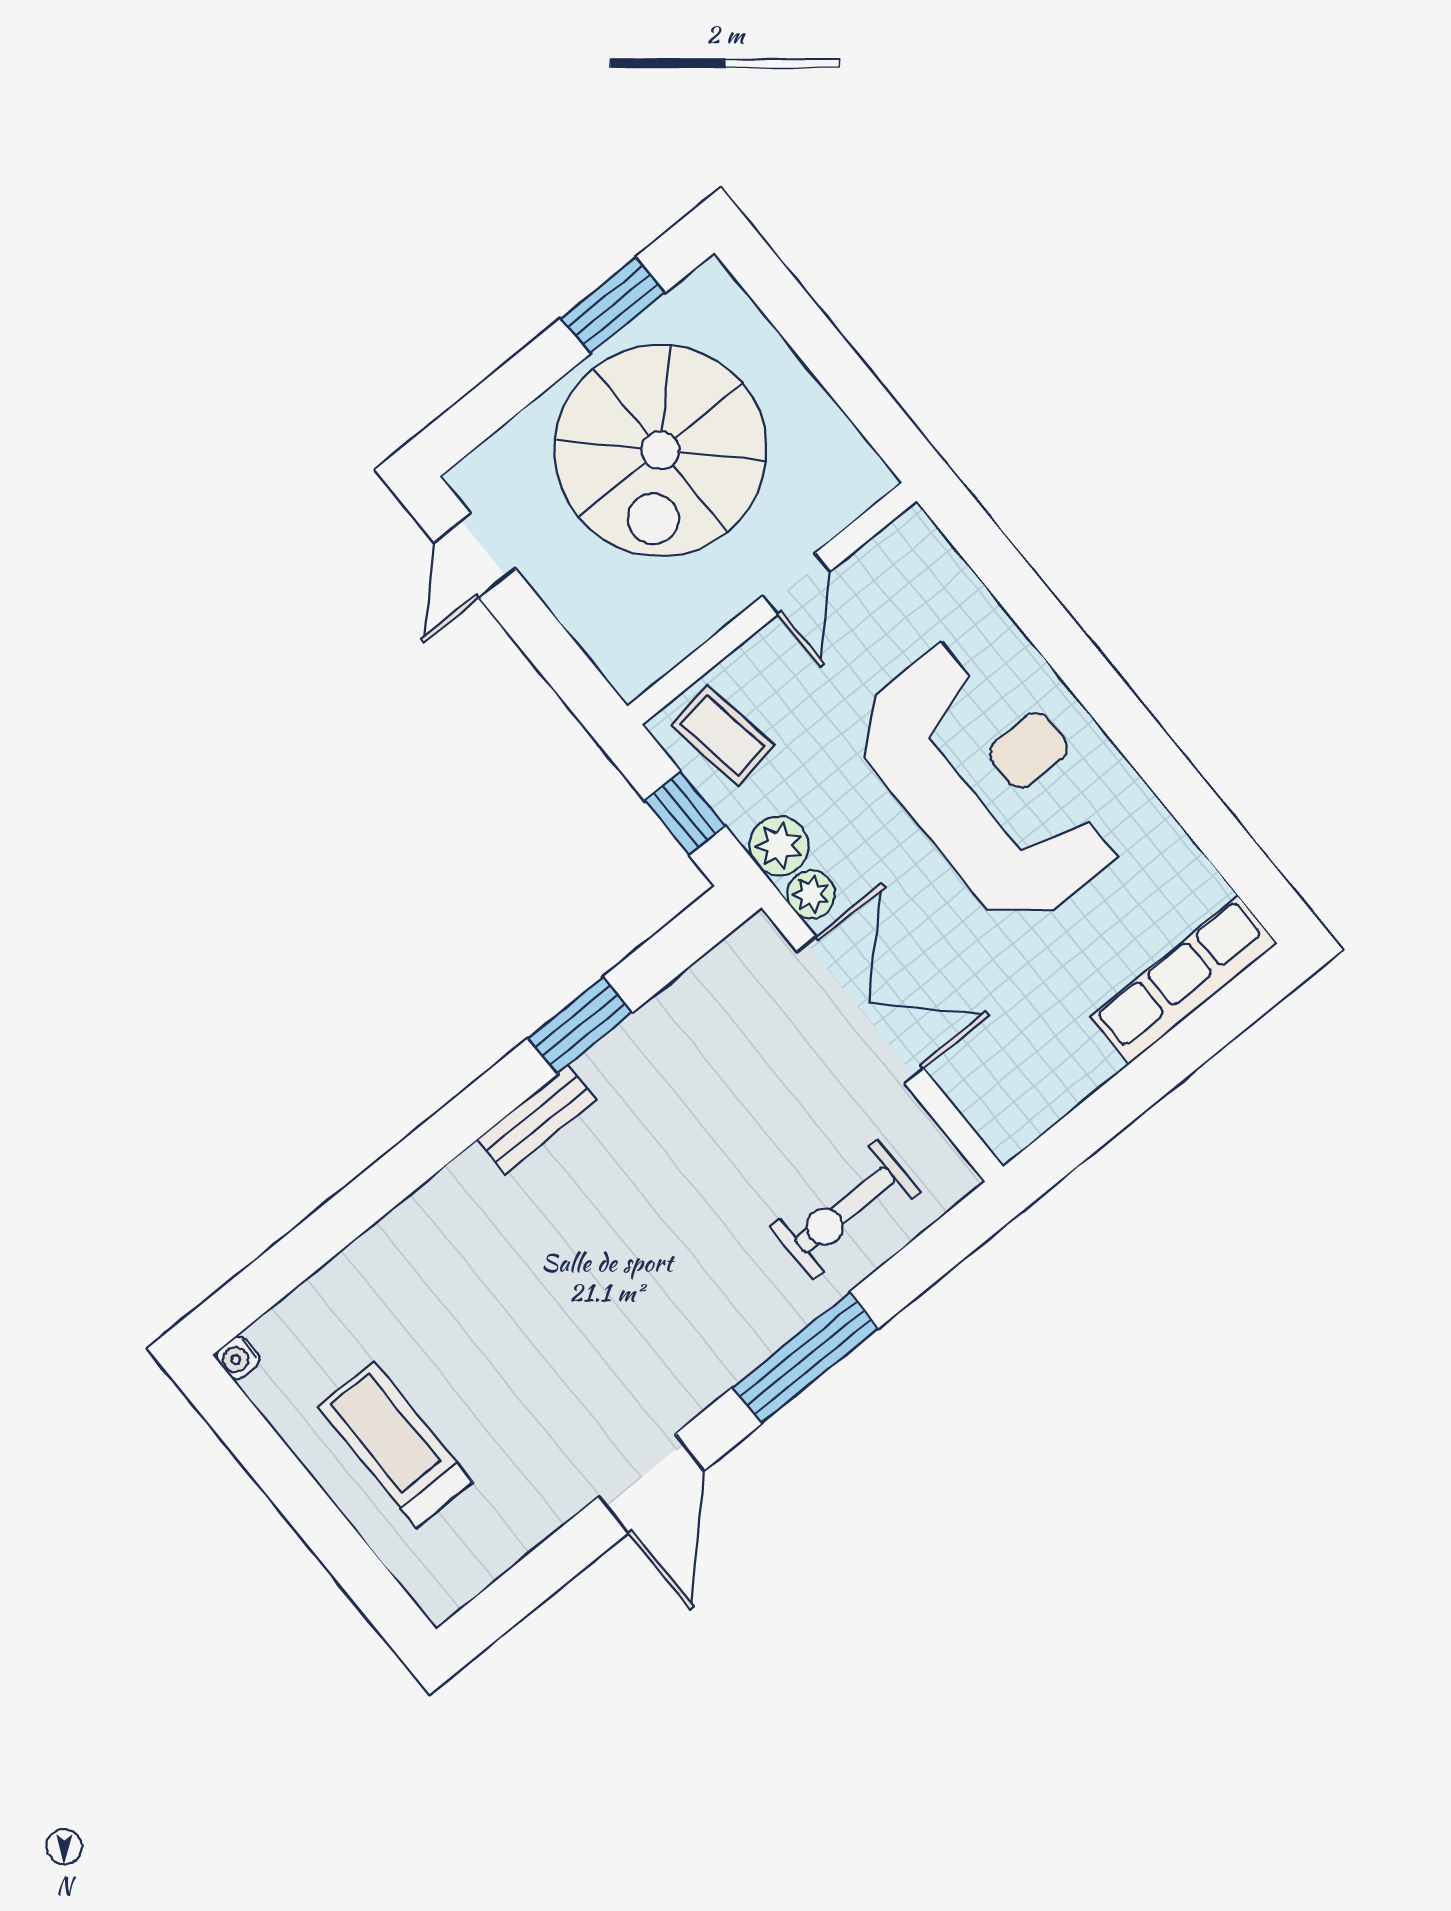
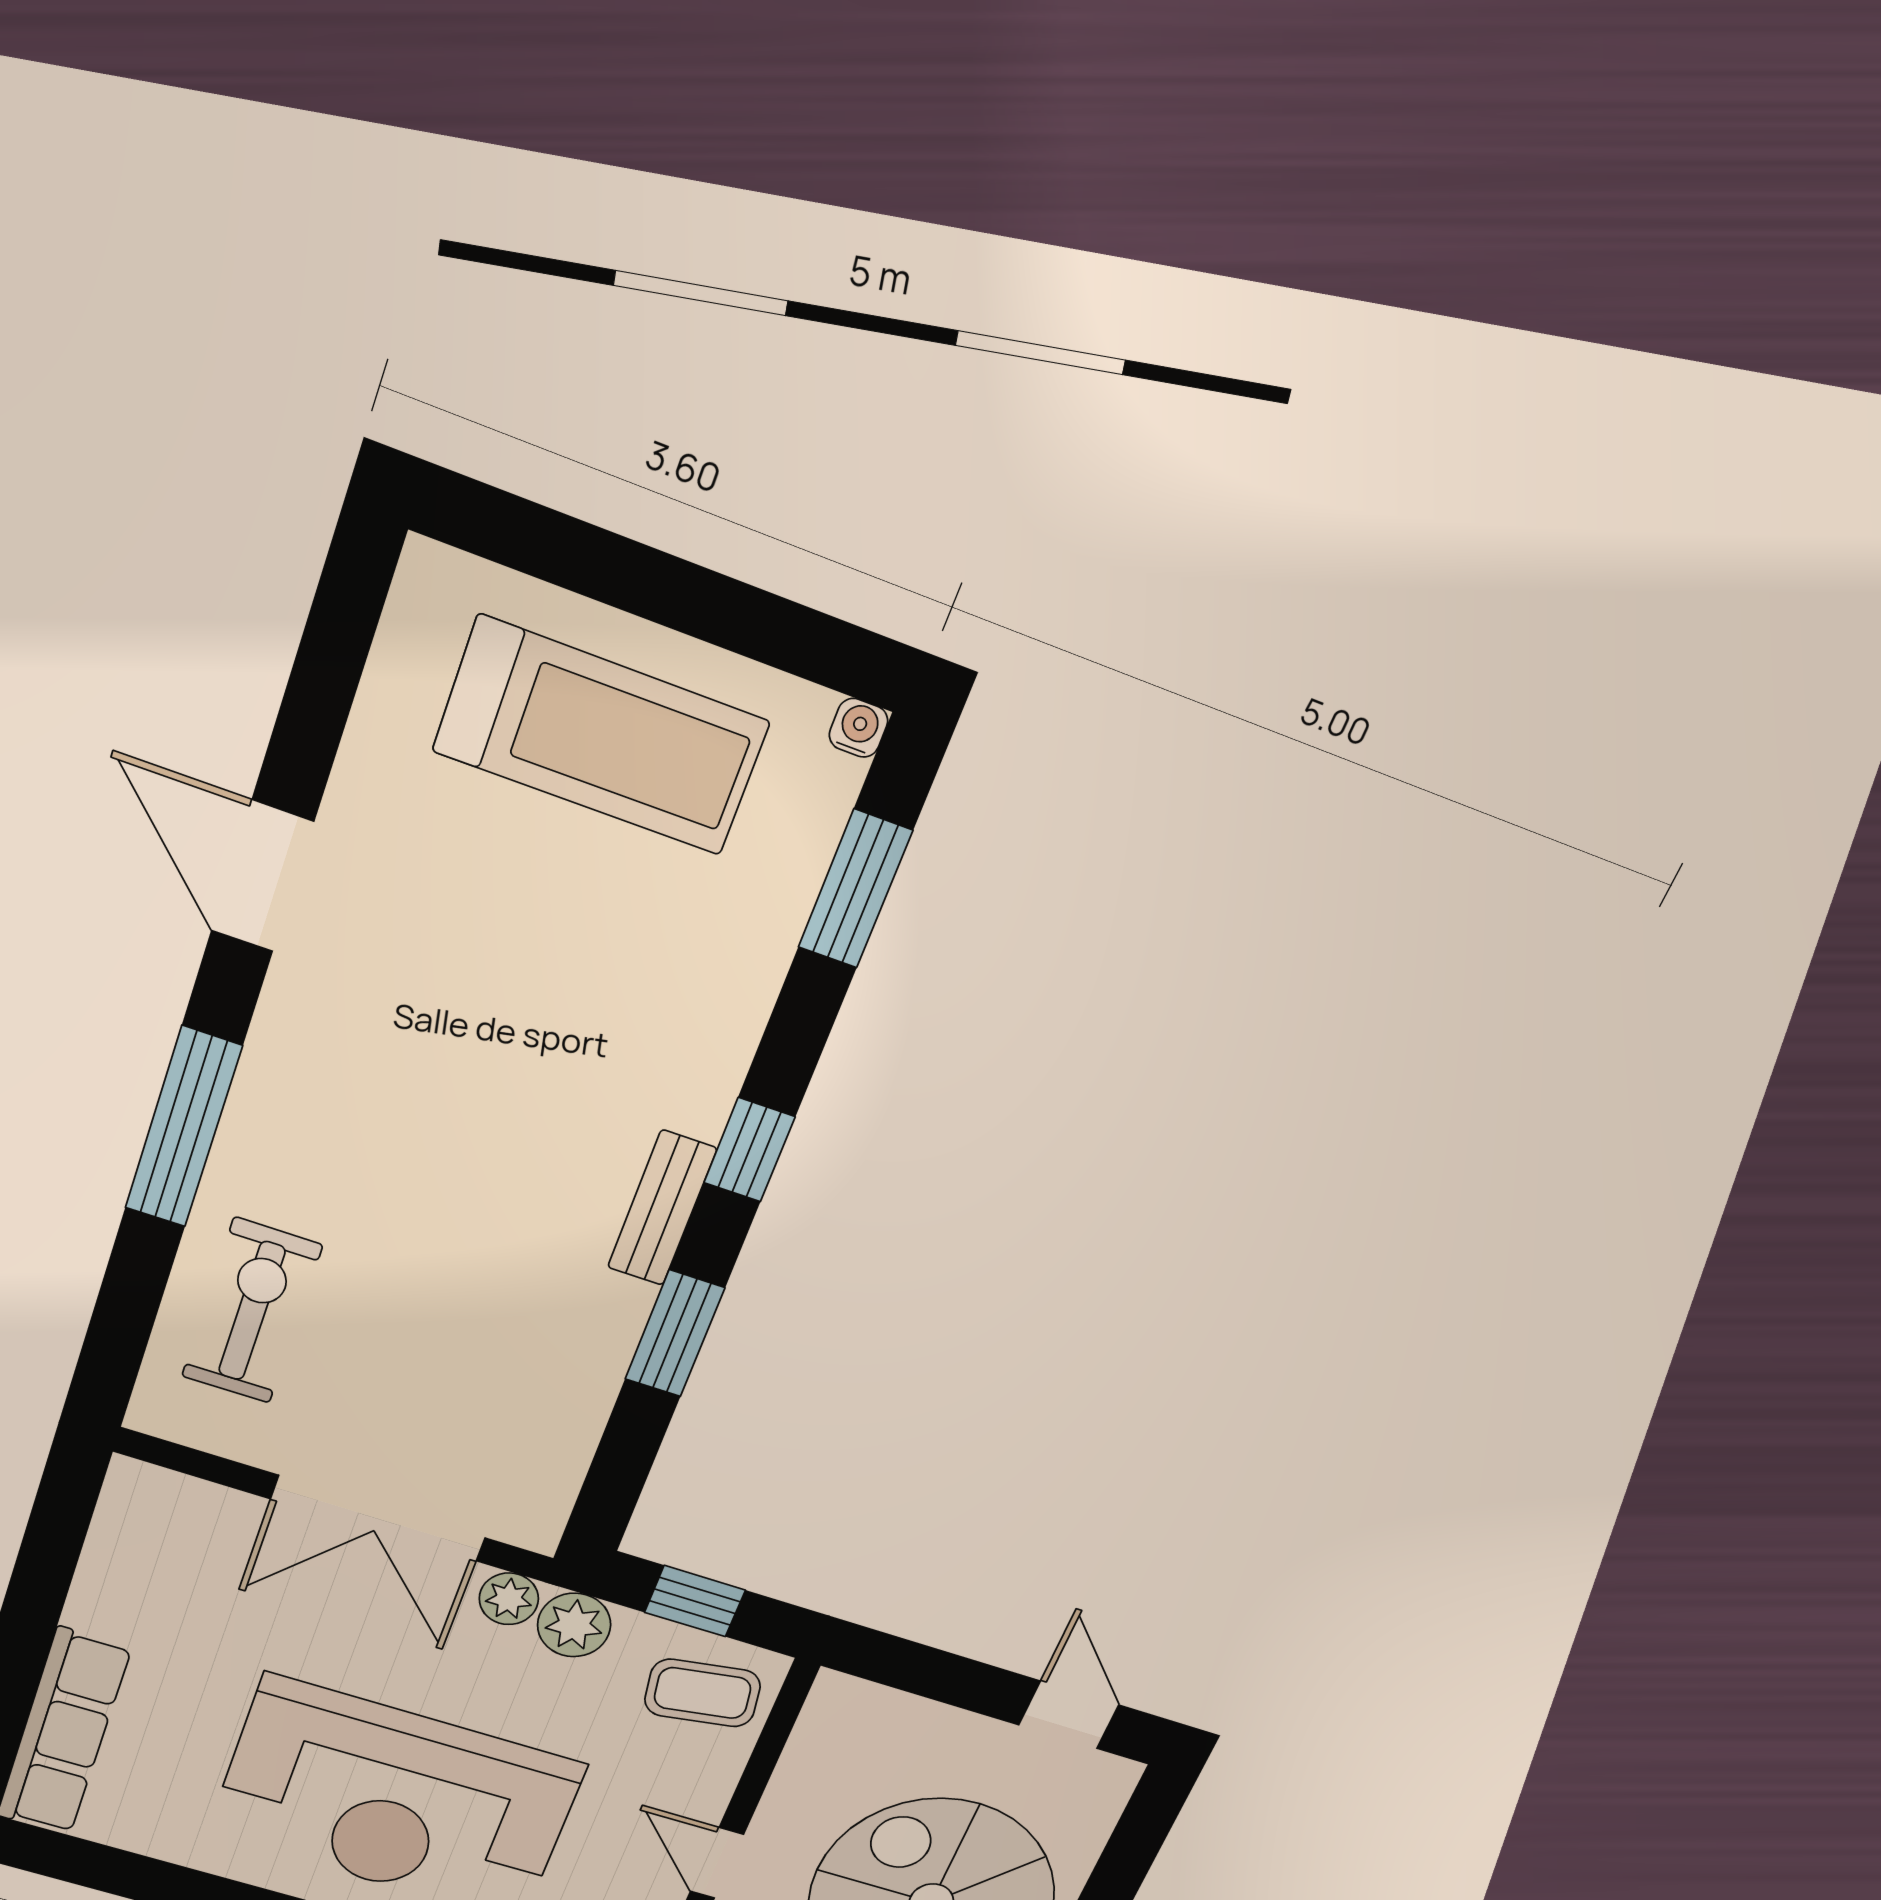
window: (457, 1126) -> (749, 1150), added
window: (295, 1258) -> (855, 889), added
treadmill: (395, 1445) -> (601, 736), width x1.37, depth x1.38

